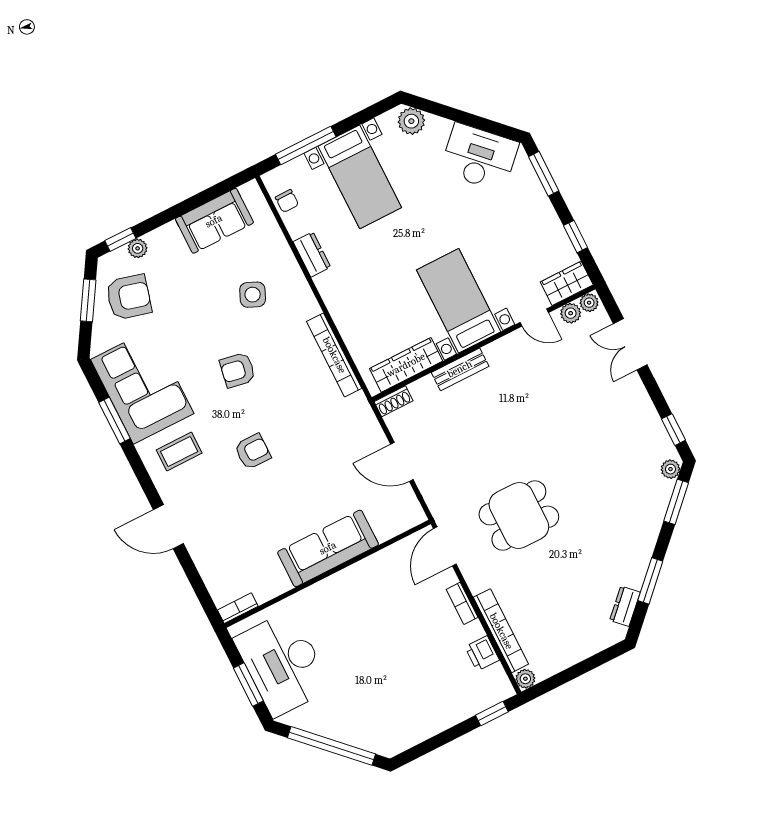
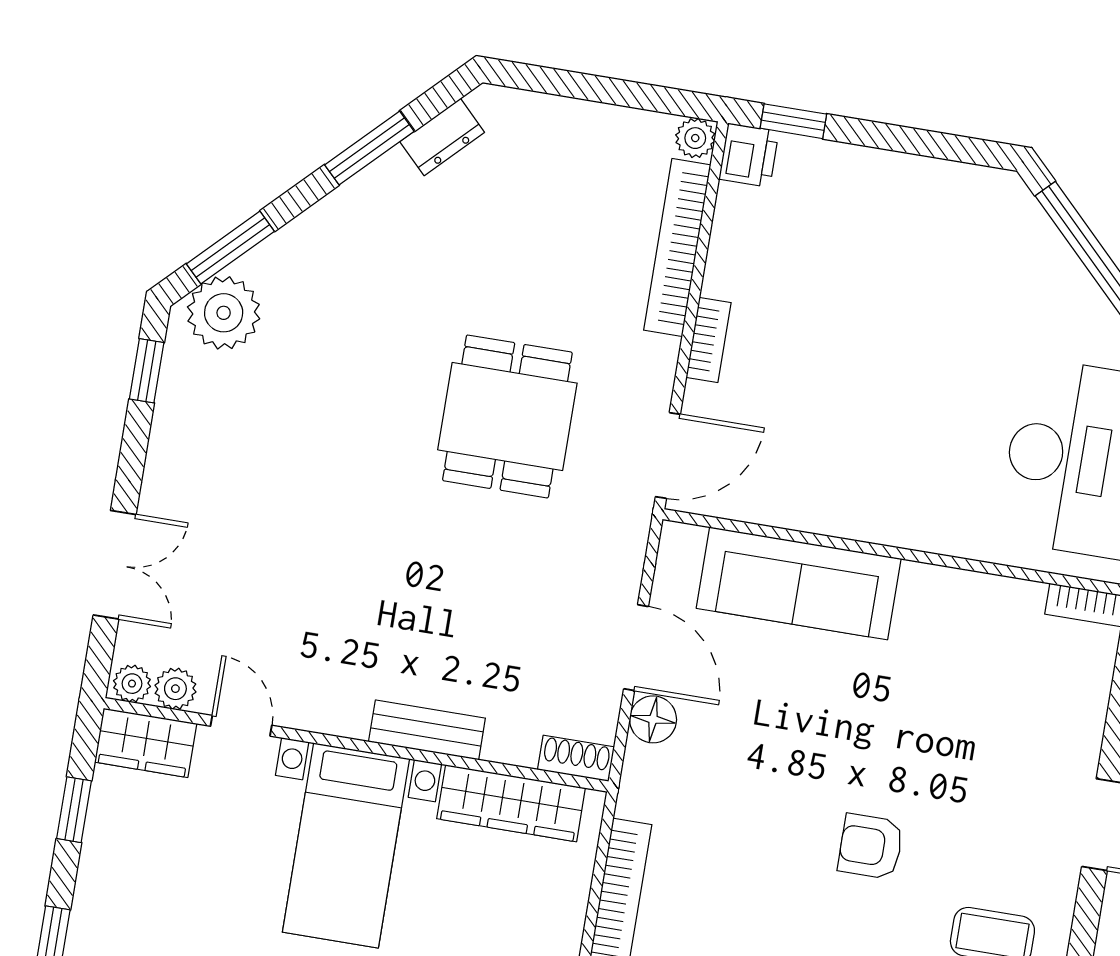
floor lamp: (375, 439) -> (653, 719), added
plant: (670, 469) -> (224, 313), width x1.87, depth x1.87
dining table: (519, 516) -> (507, 416), turned 90
sofa: (328, 548) -> (799, 583), moved
printer: (482, 653) -> (749, 155), moved

